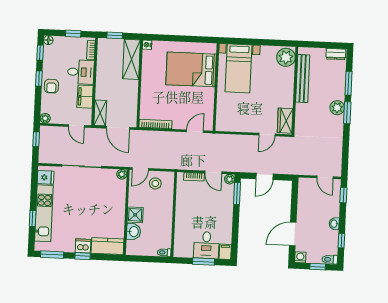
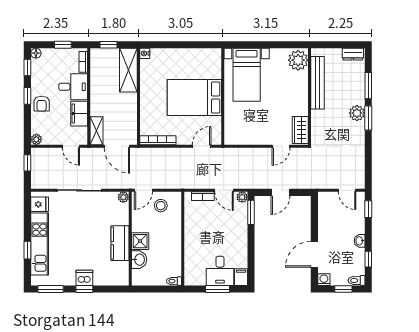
bed: (191, 69) -> (194, 98), moved
kitchen counter: (108, 246) -> (120, 243), moved, turned -90

